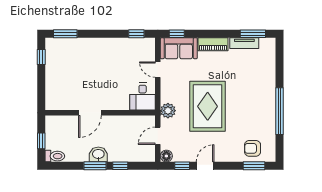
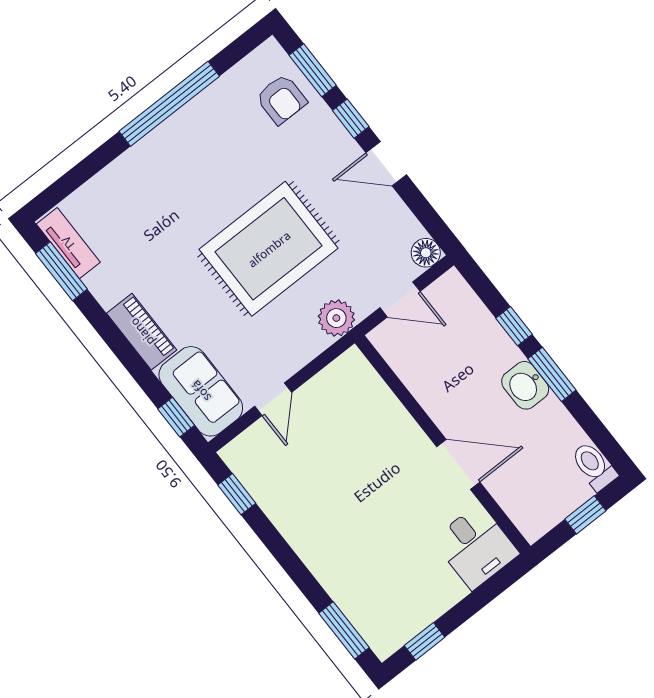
tv unit: (244, 43) -> (68, 243), moved
desk: (143, 96) -> (476, 547), moved, turned 90
window: (182, 166) -> (351, 119), moved

